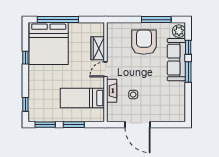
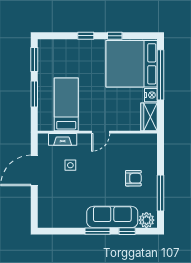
nightstand: (75, 27) -> (151, 95), added
armchair: (144, 42) -> (133, 178), width x0.53, depth x0.53
wardrobe: (98, 48) -> (149, 117), moved, turned -90
door: (106, 69) -> (101, 132), swing flipped
fireplace: (112, 91) -> (63, 139), moved
window: (25, 104) -> (86, 36), moved

